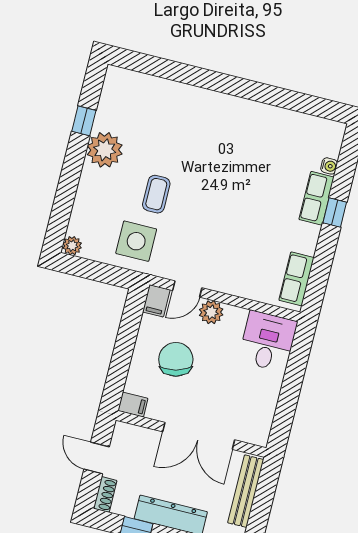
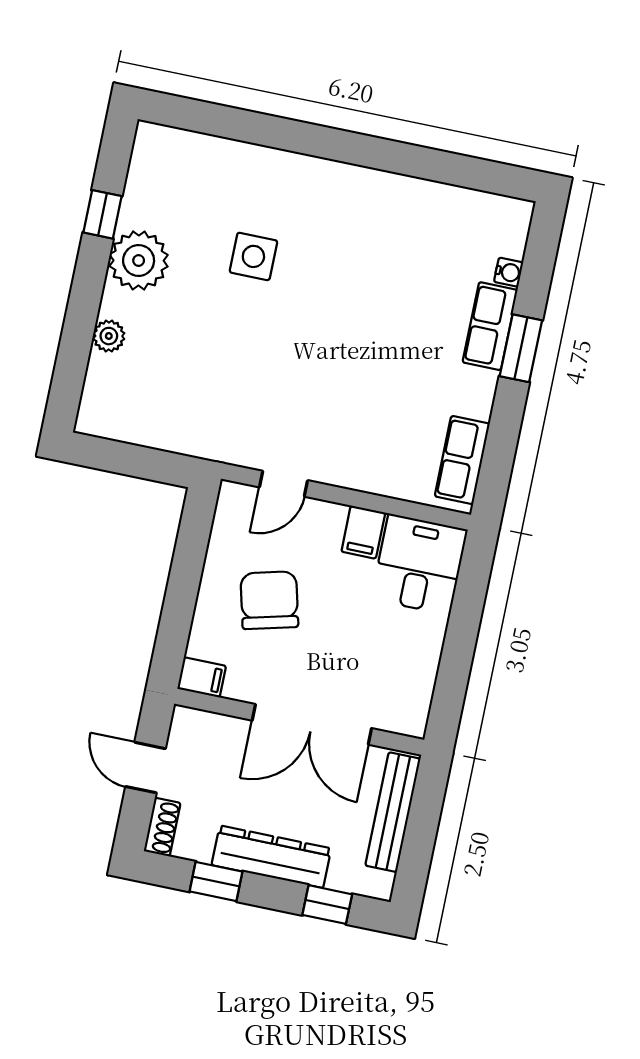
coffee table: (156, 194) -> (226, 330), removed
window: (335, 212) -> (521, 348), width x1.50
side table: (136, 241) -> (253, 256), moved, width x0.73, depth x0.73
plant: (72, 246) -> (109, 336), moved
filing cabinet: (156, 301) -> (363, 532), moved
plant: (211, 312) -> (324, 520), removed

